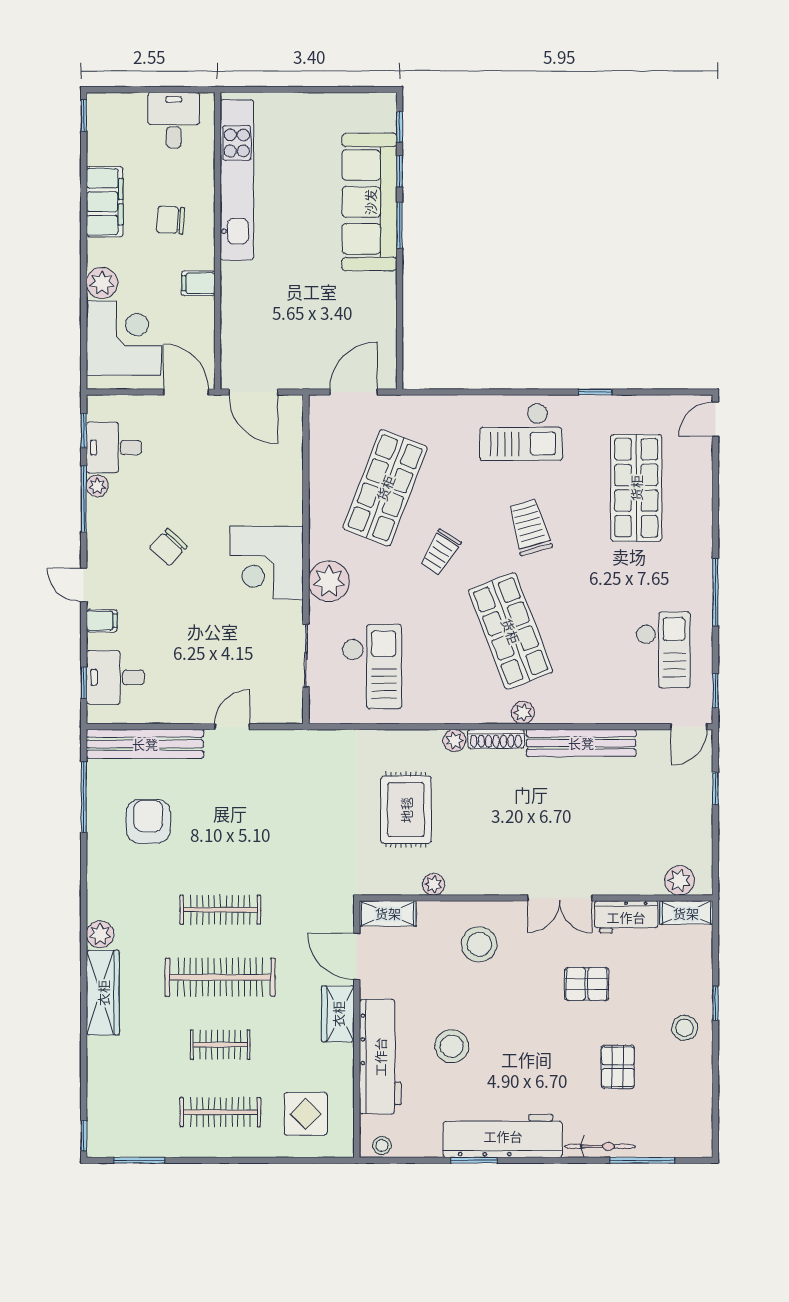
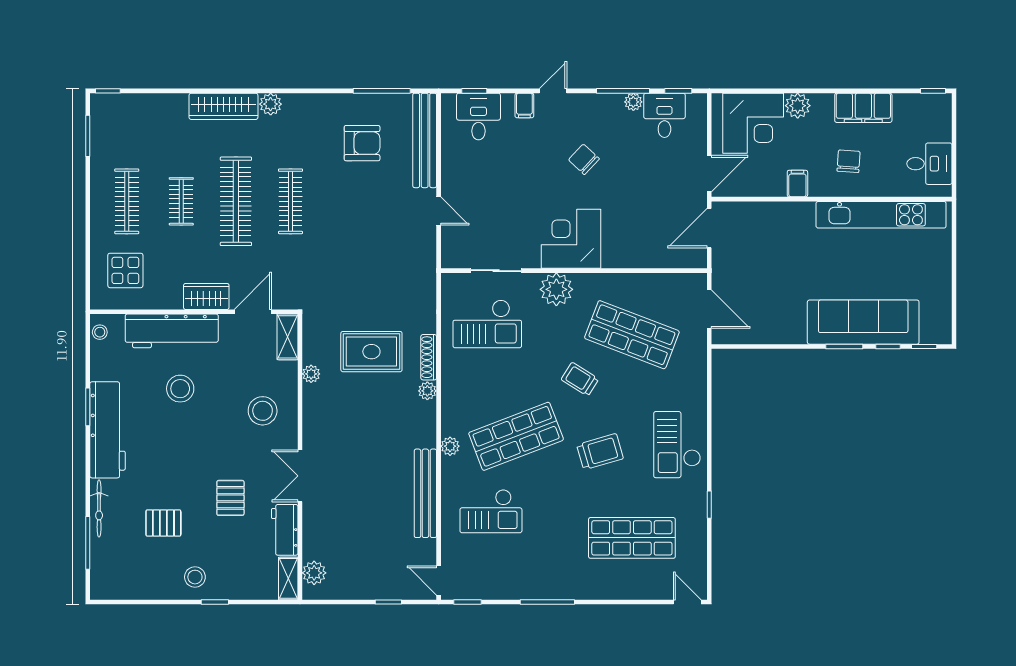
checkout: (663, 650) -> (491, 511), moved
shoe rack: (496, 739) -> (429, 357), moved

